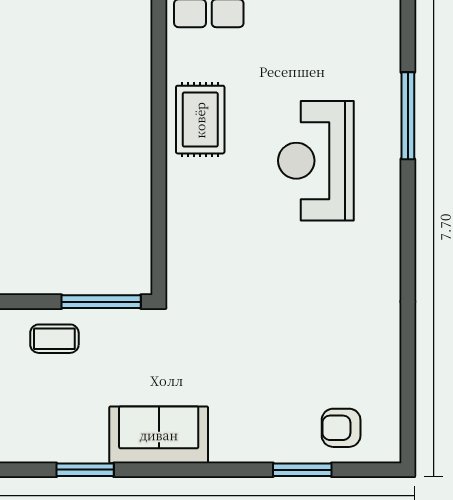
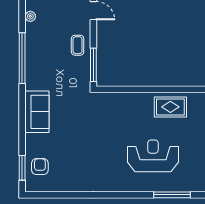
sofa: (159, 435) -> (37, 112), moved
window: (85, 470) -> (22, 58), width x2.11
window: (302, 470) -> (22, 168), moved

